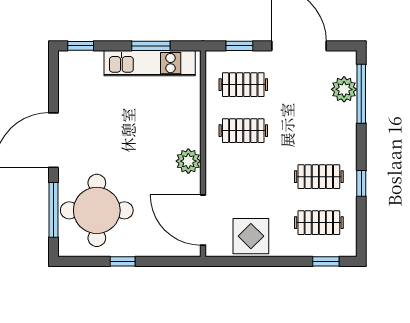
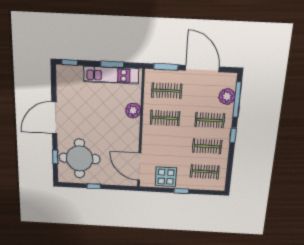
window: (239, 46) -> (166, 67), width x1.50
clothes rail: (319, 131) -> (210, 120), added
plant: (188, 161) -> (133, 111), moved
window: (361, 183) -> (233, 135), moved
window: (53, 210) -> (55, 157), width x0.46
window: (326, 261) -> (181, 191), moved

